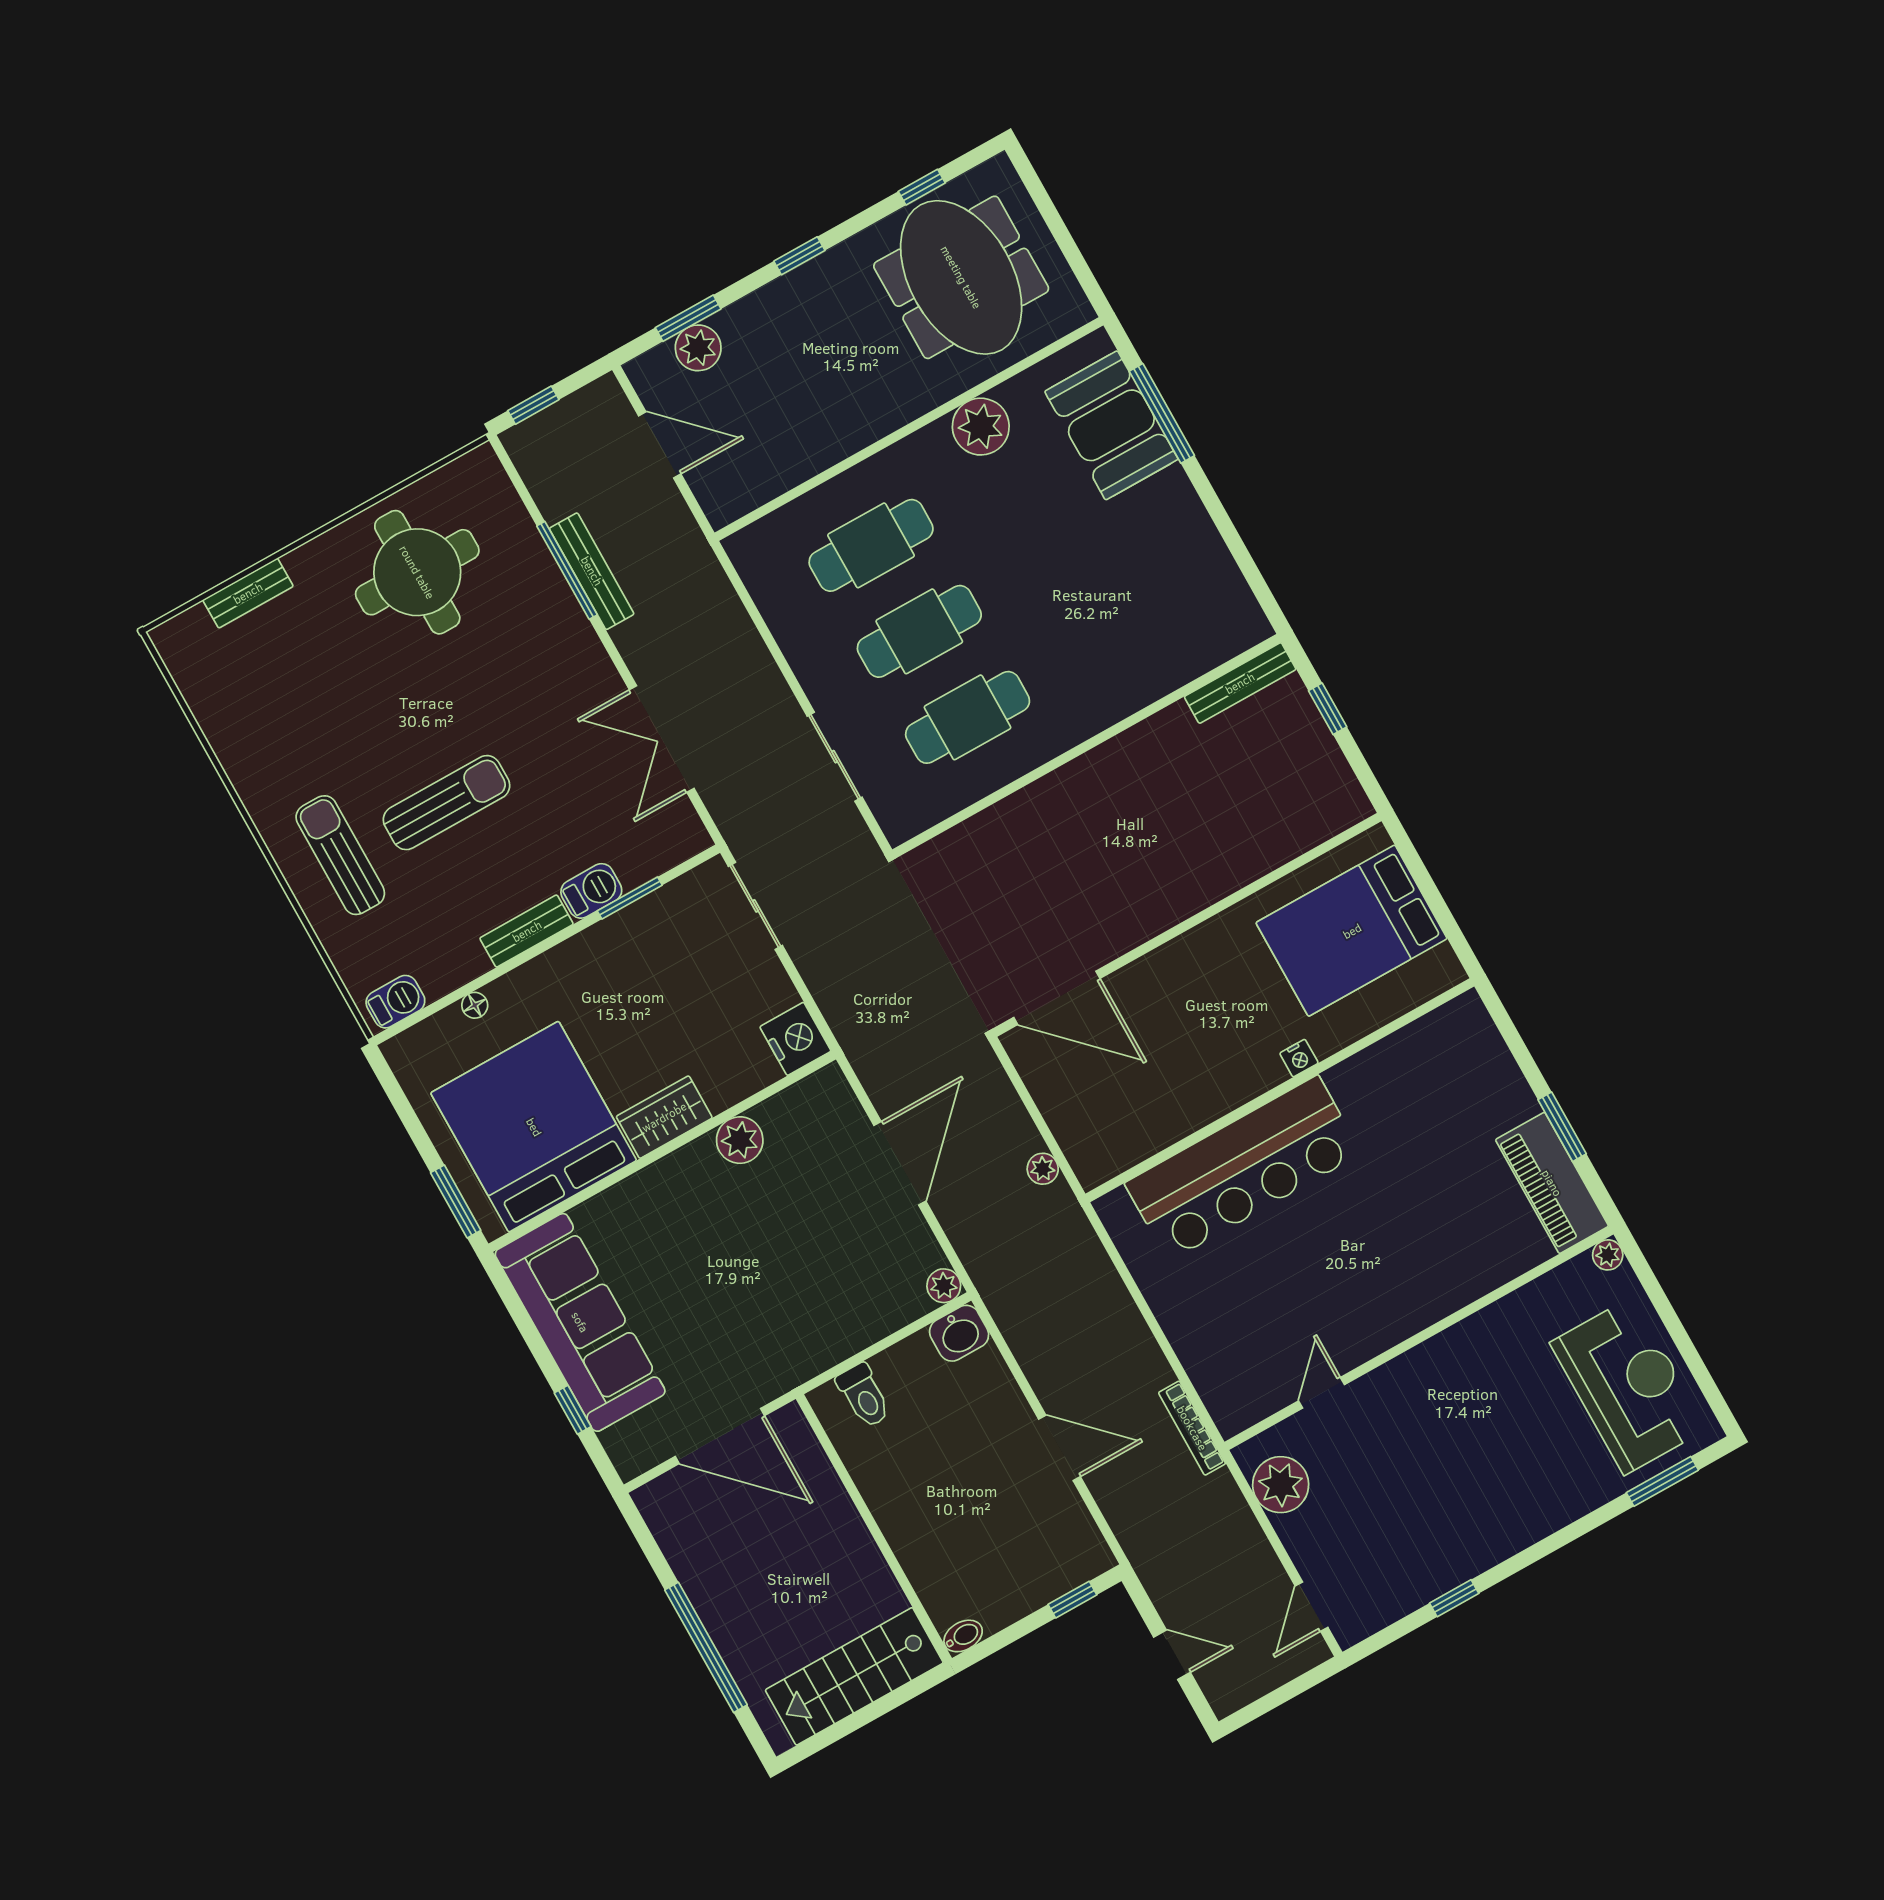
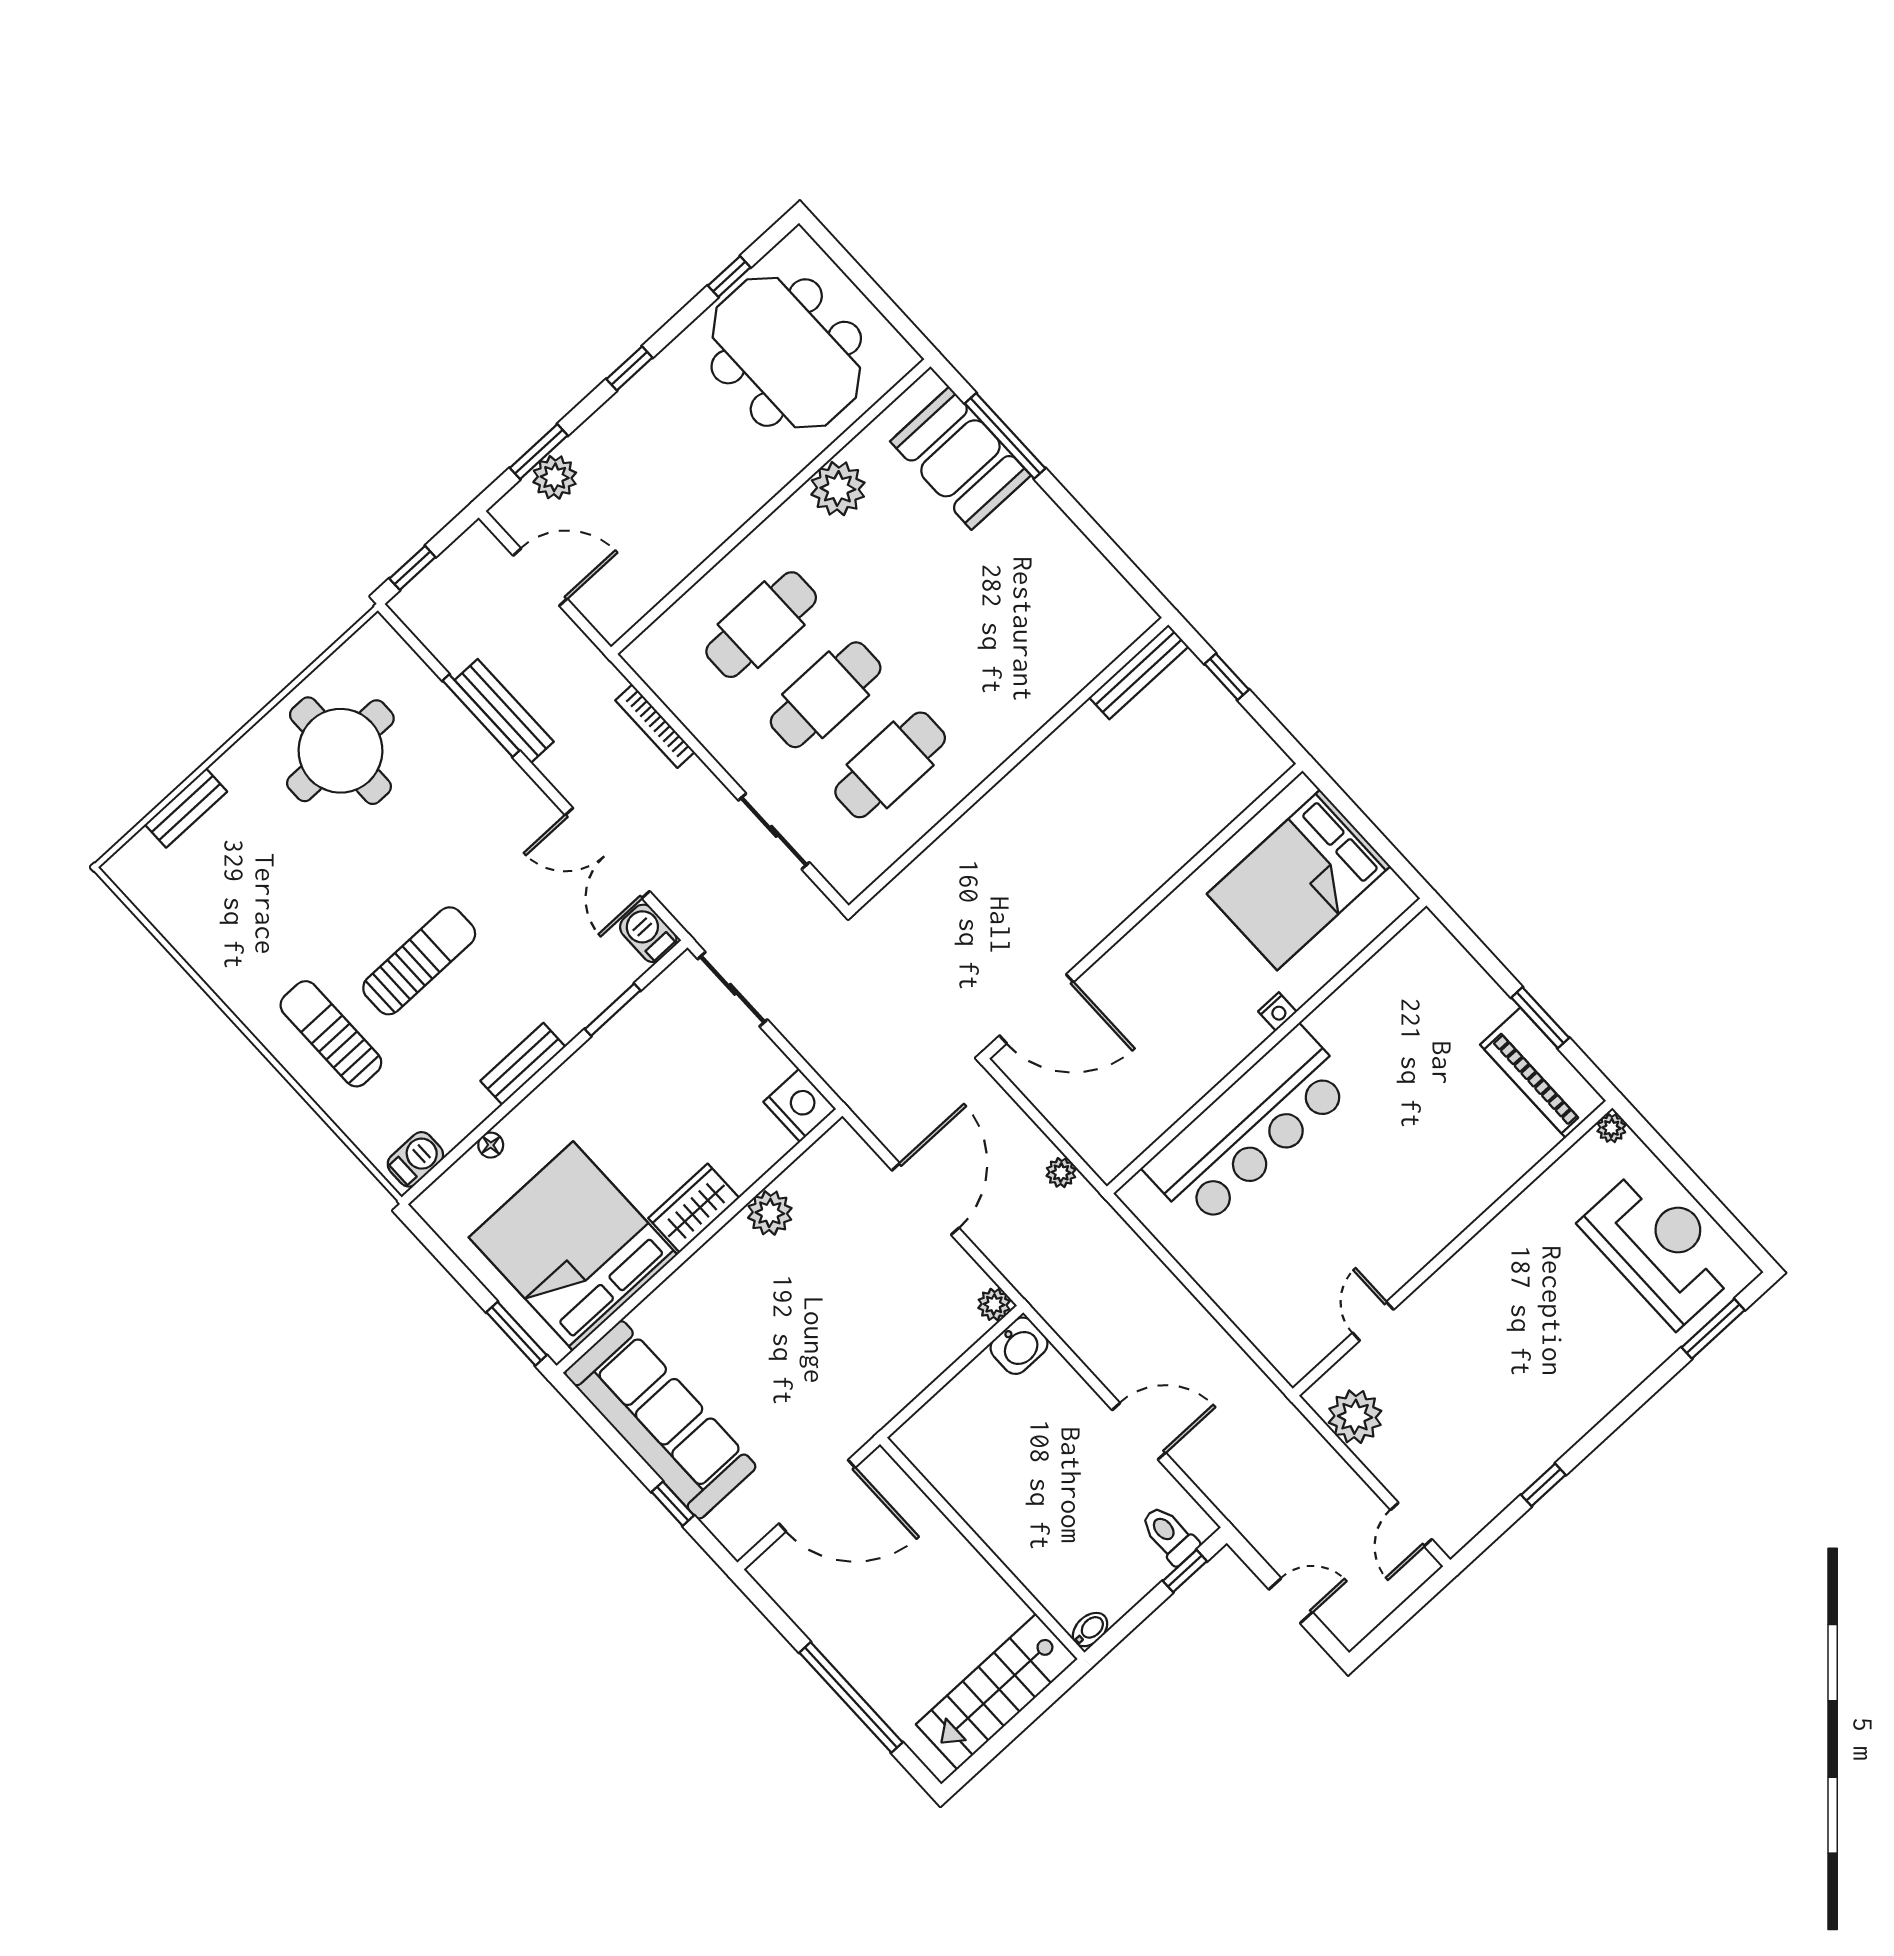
barbecue: (591, 891) -> (648, 933), moved, turned -90
toilet: (864, 1396) -> (1169, 1535), moved, turned 180
bookcase: (1192, 1428) -> (655, 726), moved

